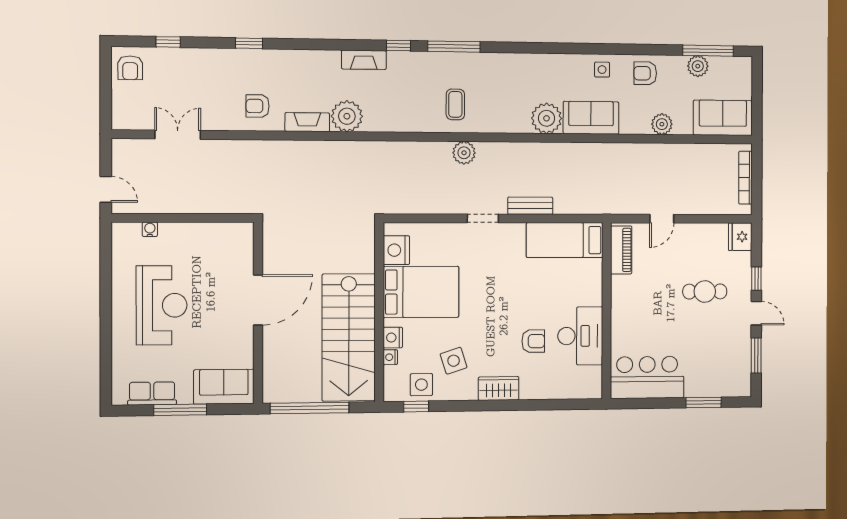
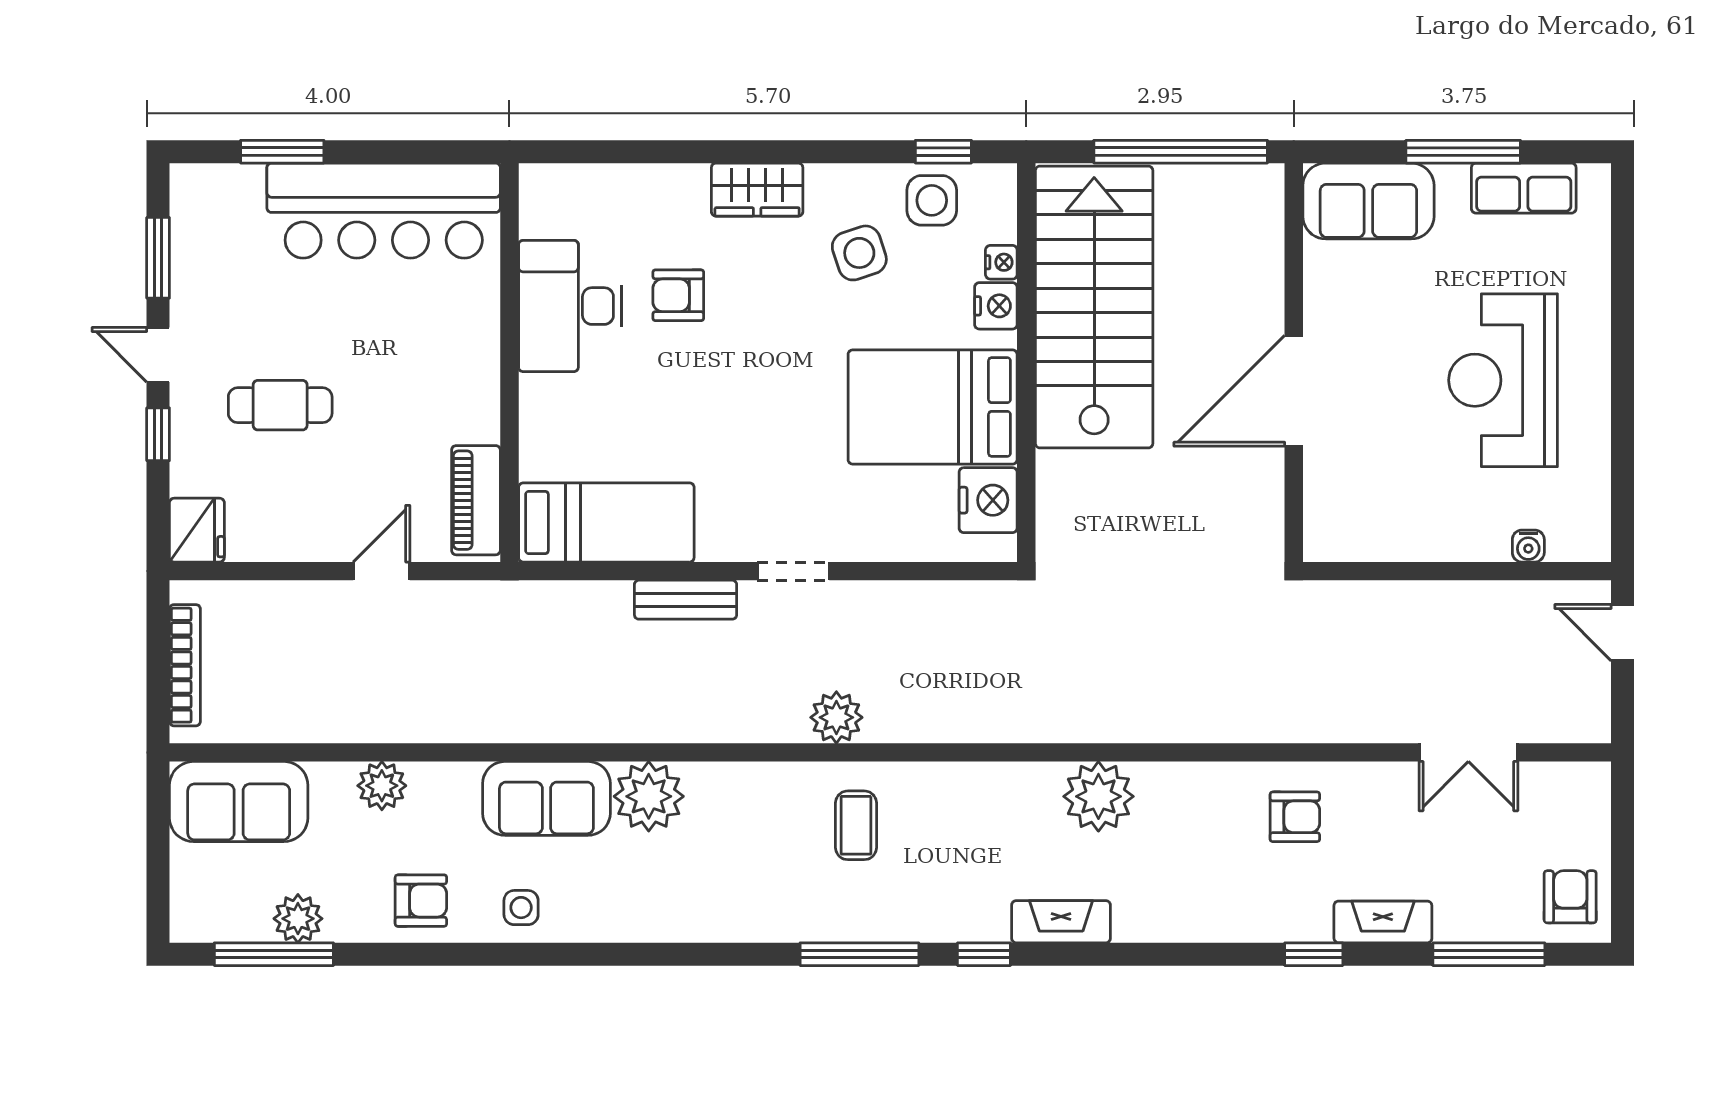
window: (168, 42) -> (1489, 954), width x2.17
fireplace: (307, 122) -> (1383, 922), moved, turned 180
bar counter: (647, 377) -> (384, 211), width x1.36

